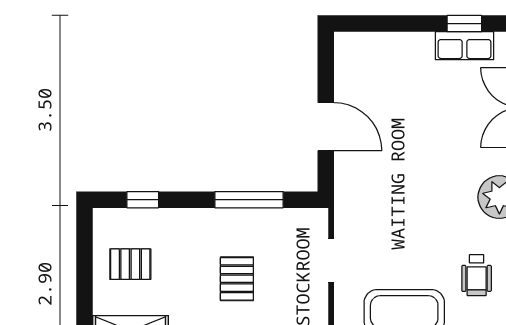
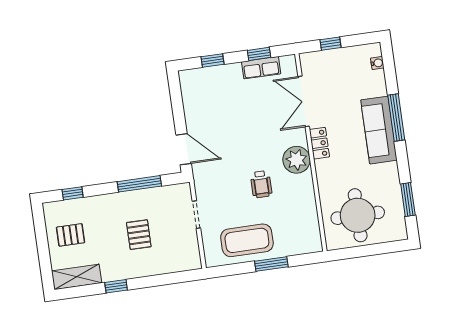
window: (390, 24) -> (212, 60), added
door: (326, 127) -> (184, 149), moved
wheelchair: (477, 275) -> (261, 184), moved

